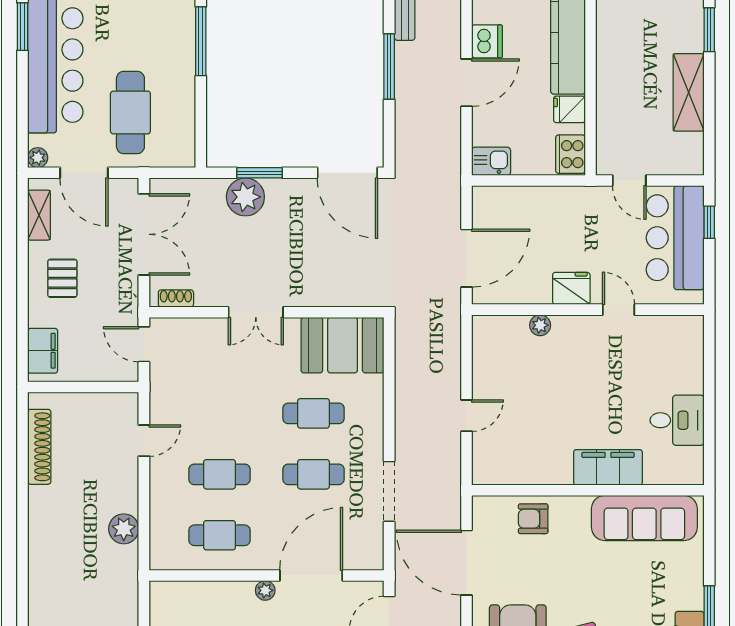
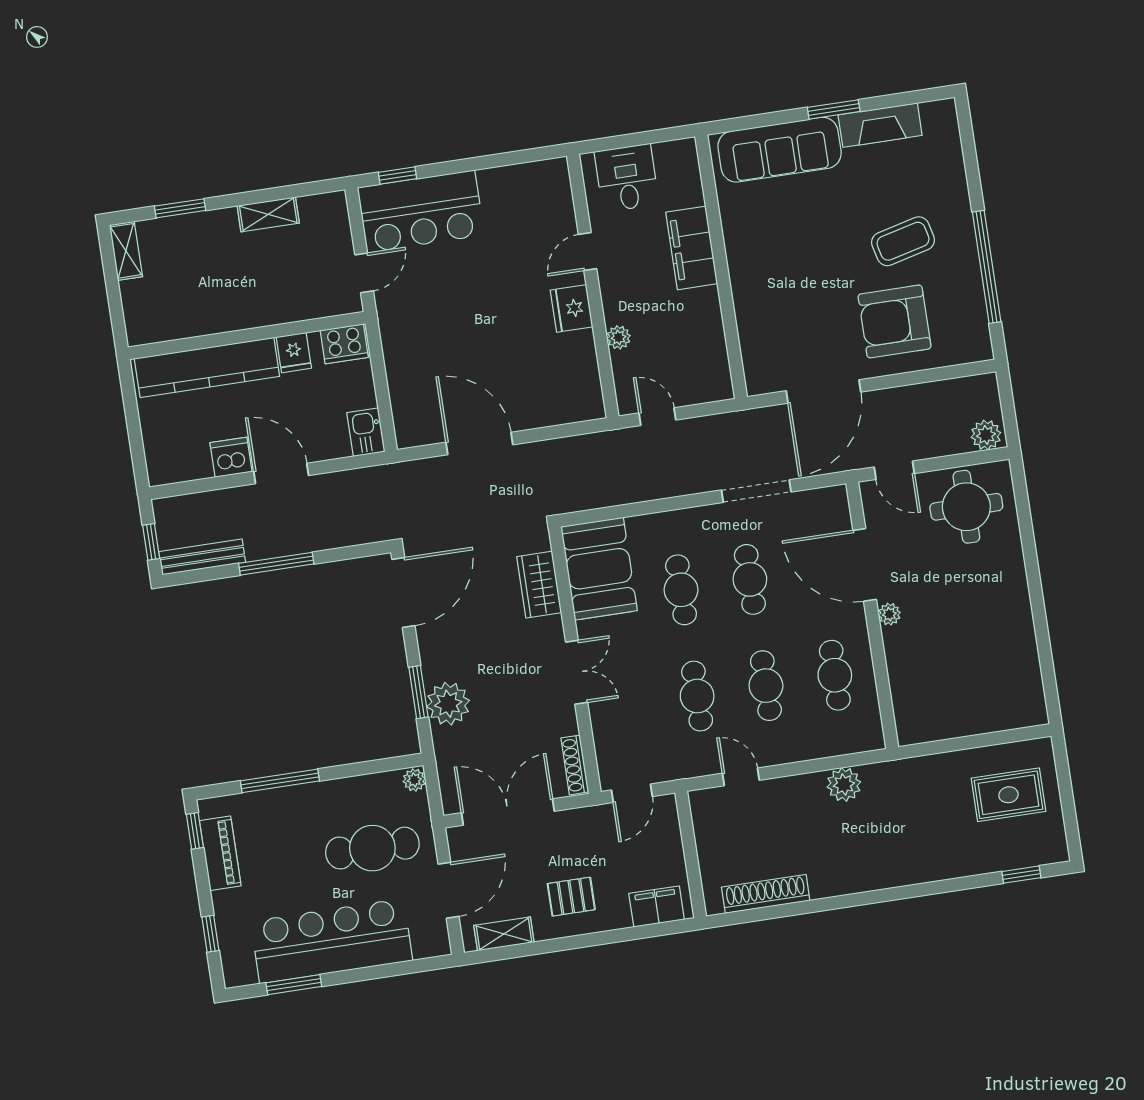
shelving: (689, 92) -> (268, 214), width x0.67, depth x0.75
plant: (38, 158) -> (414, 780), moved
fridge: (571, 288) -> (572, 308), moved
wardrobe: (337, 291) -> (539, 585), added
shoe rack: (176, 298) -> (575, 765), width x1.43
wall: (588, 310) -> (593, 286), moved
door: (618, 310) -> (588, 252), moved
plant: (540, 325) -> (619, 337), moved
cafe table: (219, 413) -> (697, 696), added
sofa: (644, 518) -> (780, 150), moved, turned 90
armchair: (533, 519) -> (763, 324), removed

